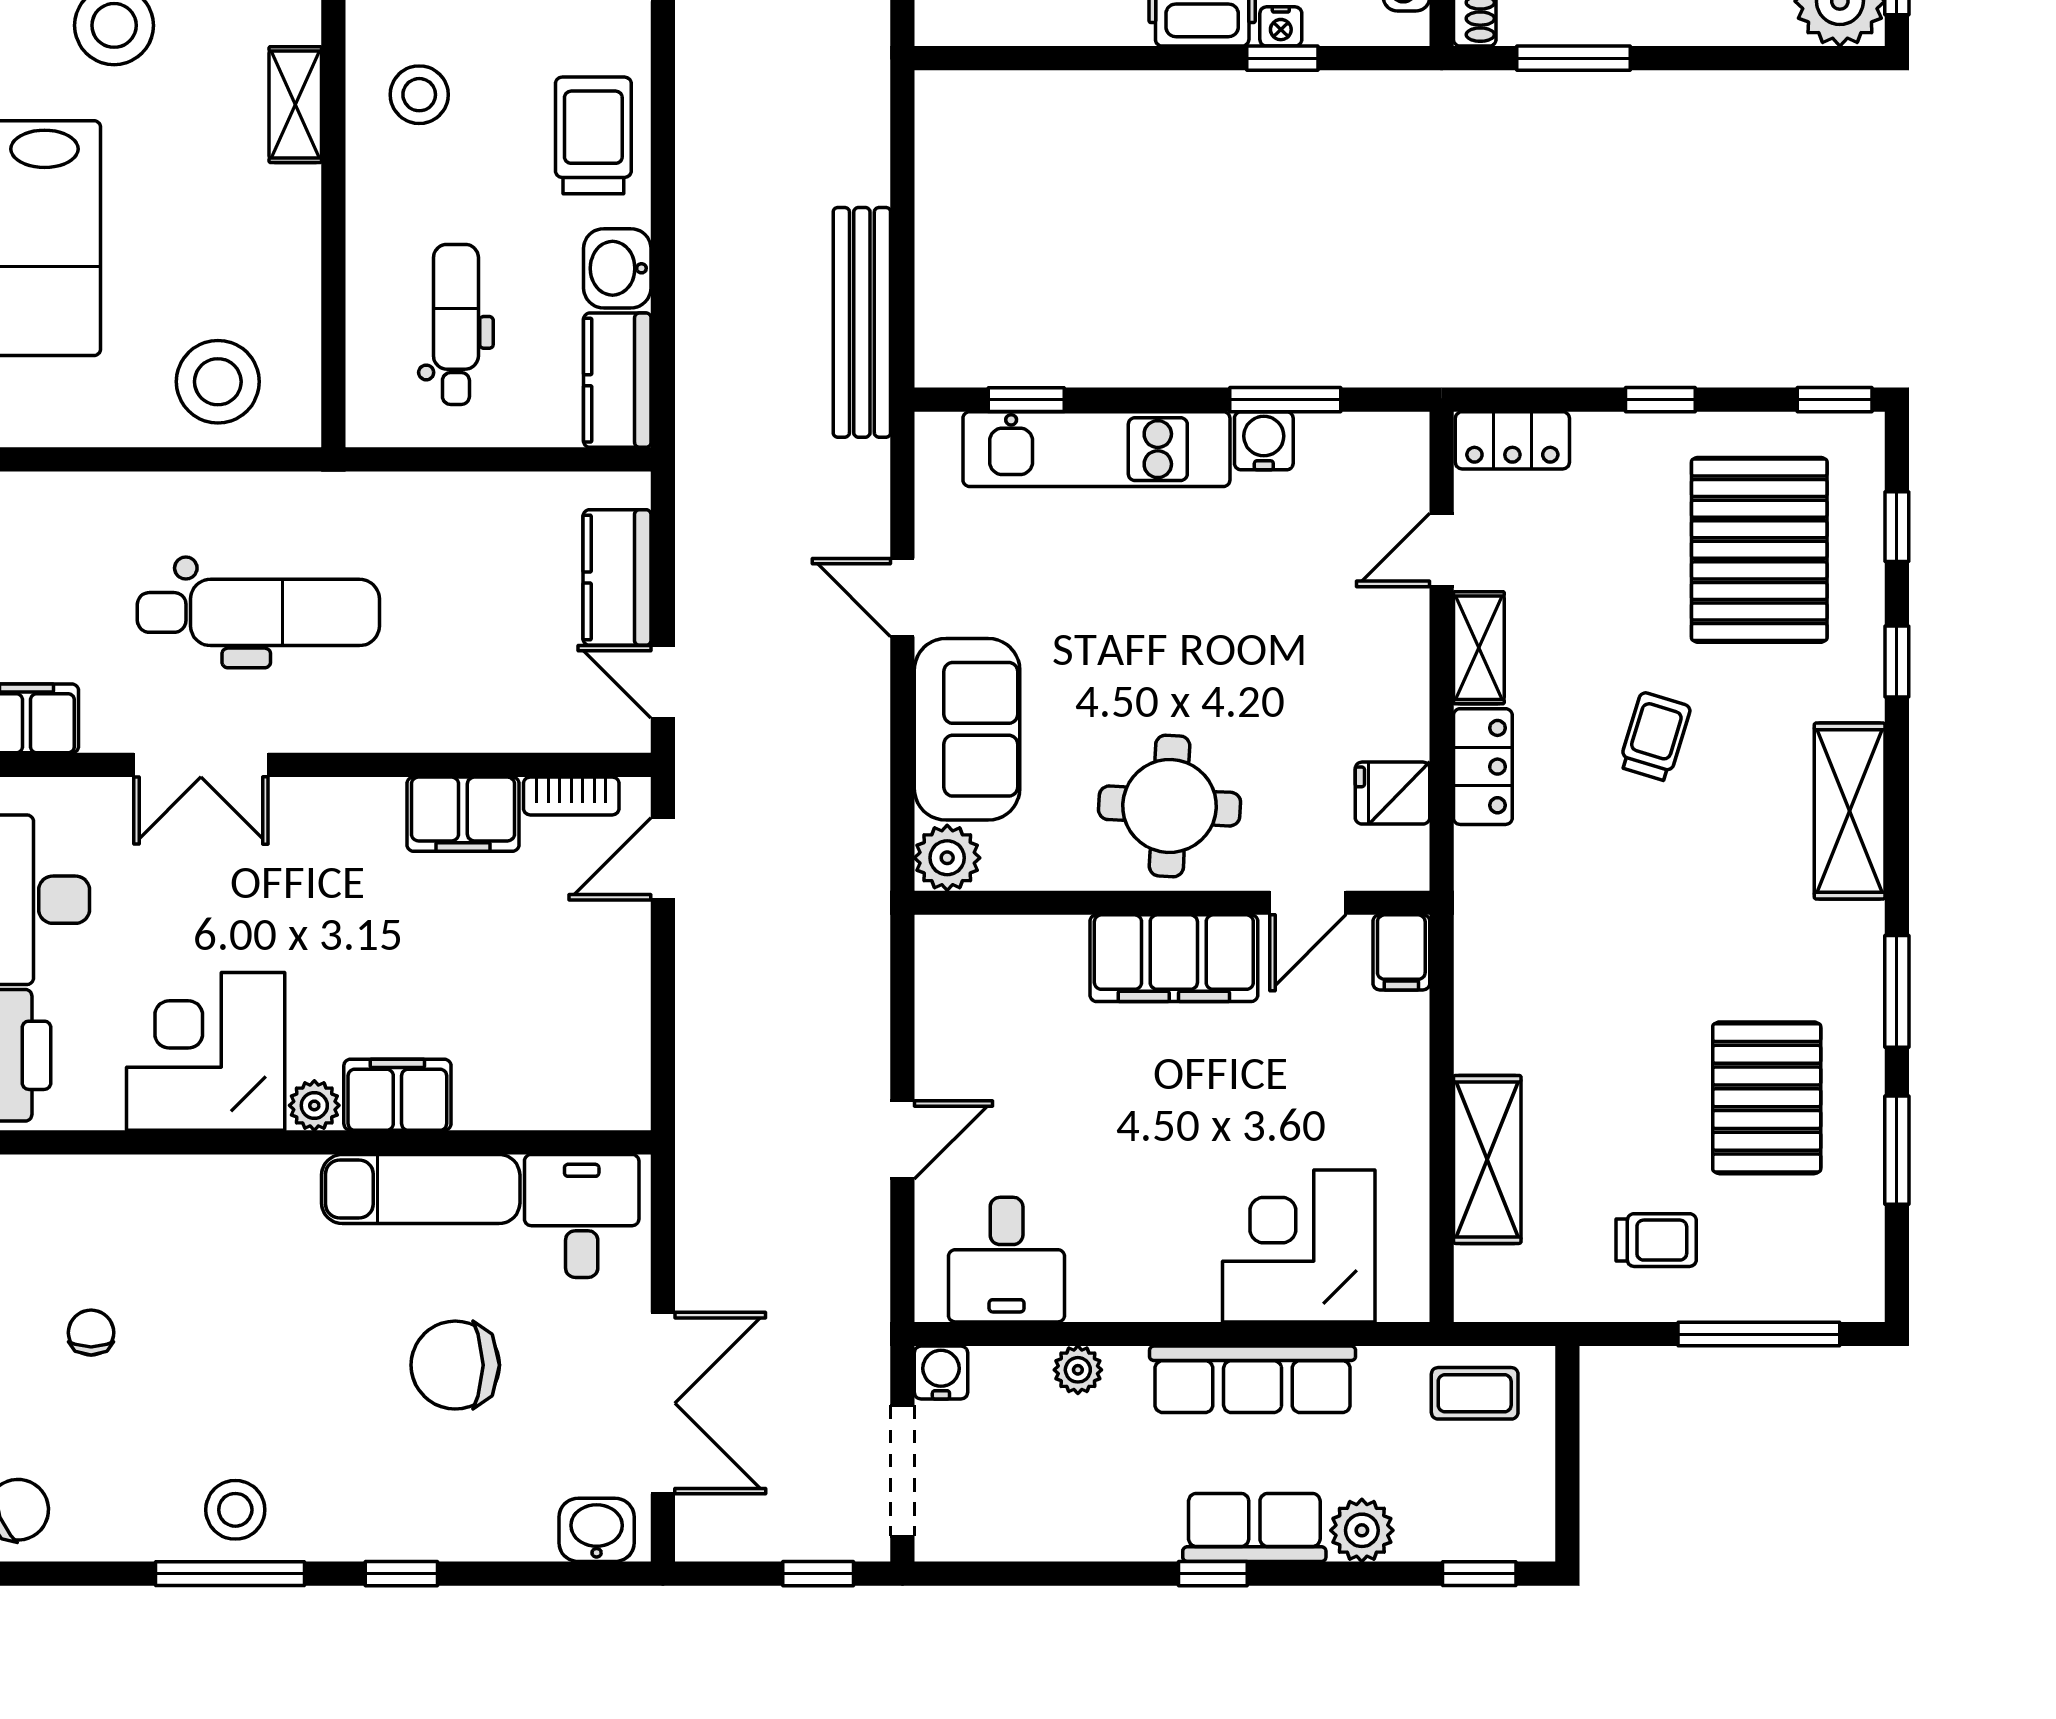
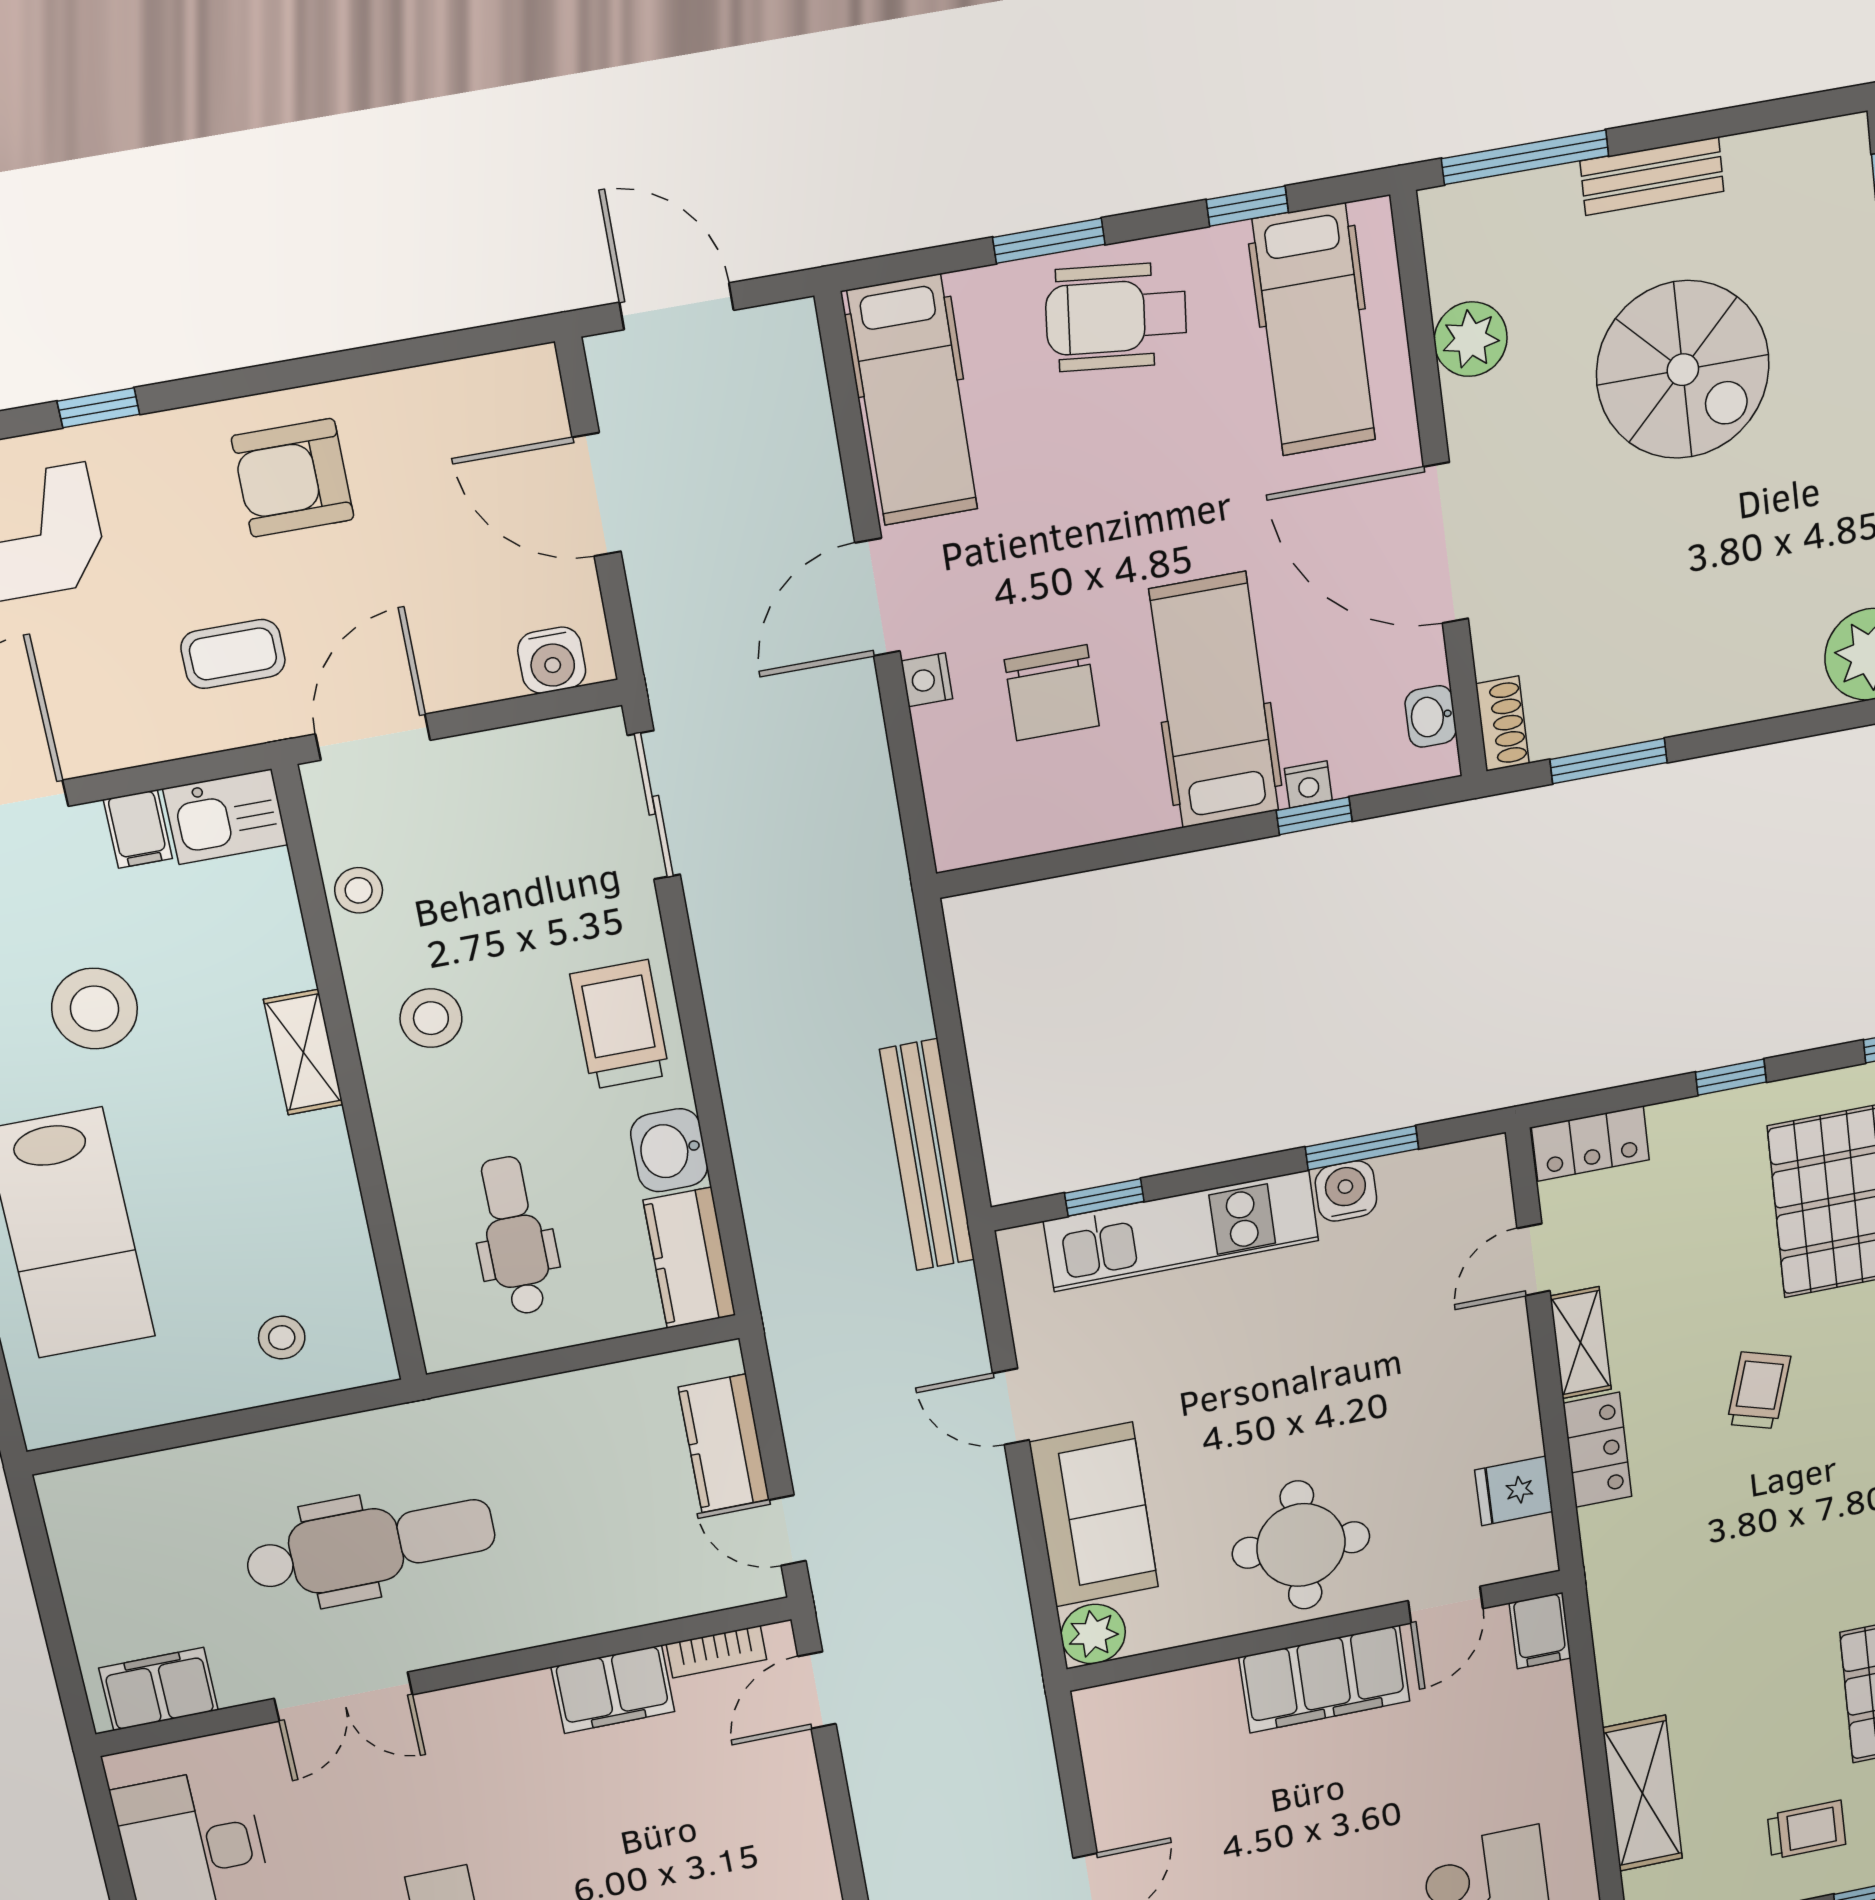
stool: (218, 382) -> (282, 1338), width x0.53, depth x0.53

